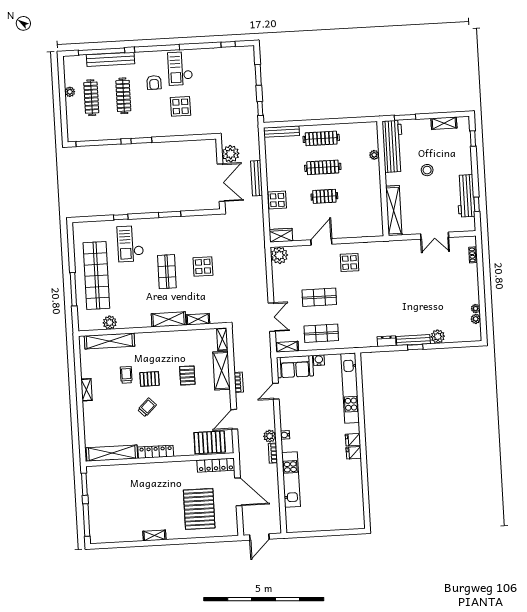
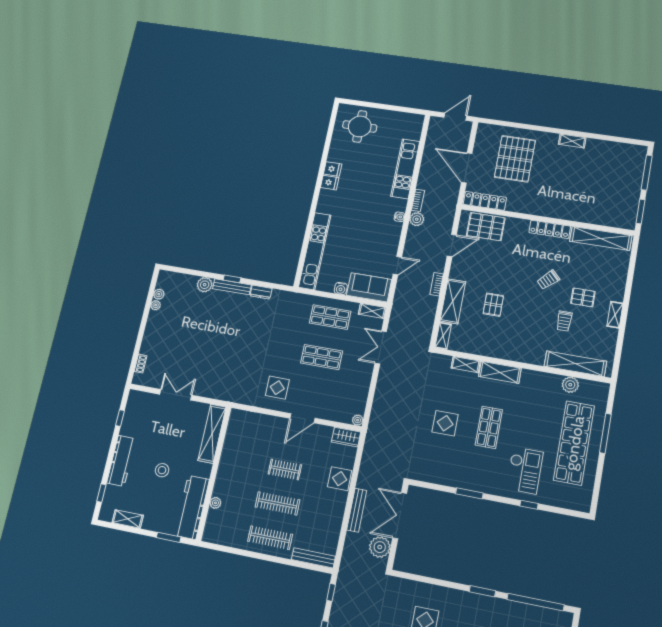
workbench: (466, 196) -> (121, 461), moved
plant: (279, 255) -> (358, 420), width x0.53, depth x0.53
pallet: (149, 379) -> (583, 297), moved
fridge: (353, 440) -> (333, 169), moved
round table: (341, 510) -> (360, 126), added

